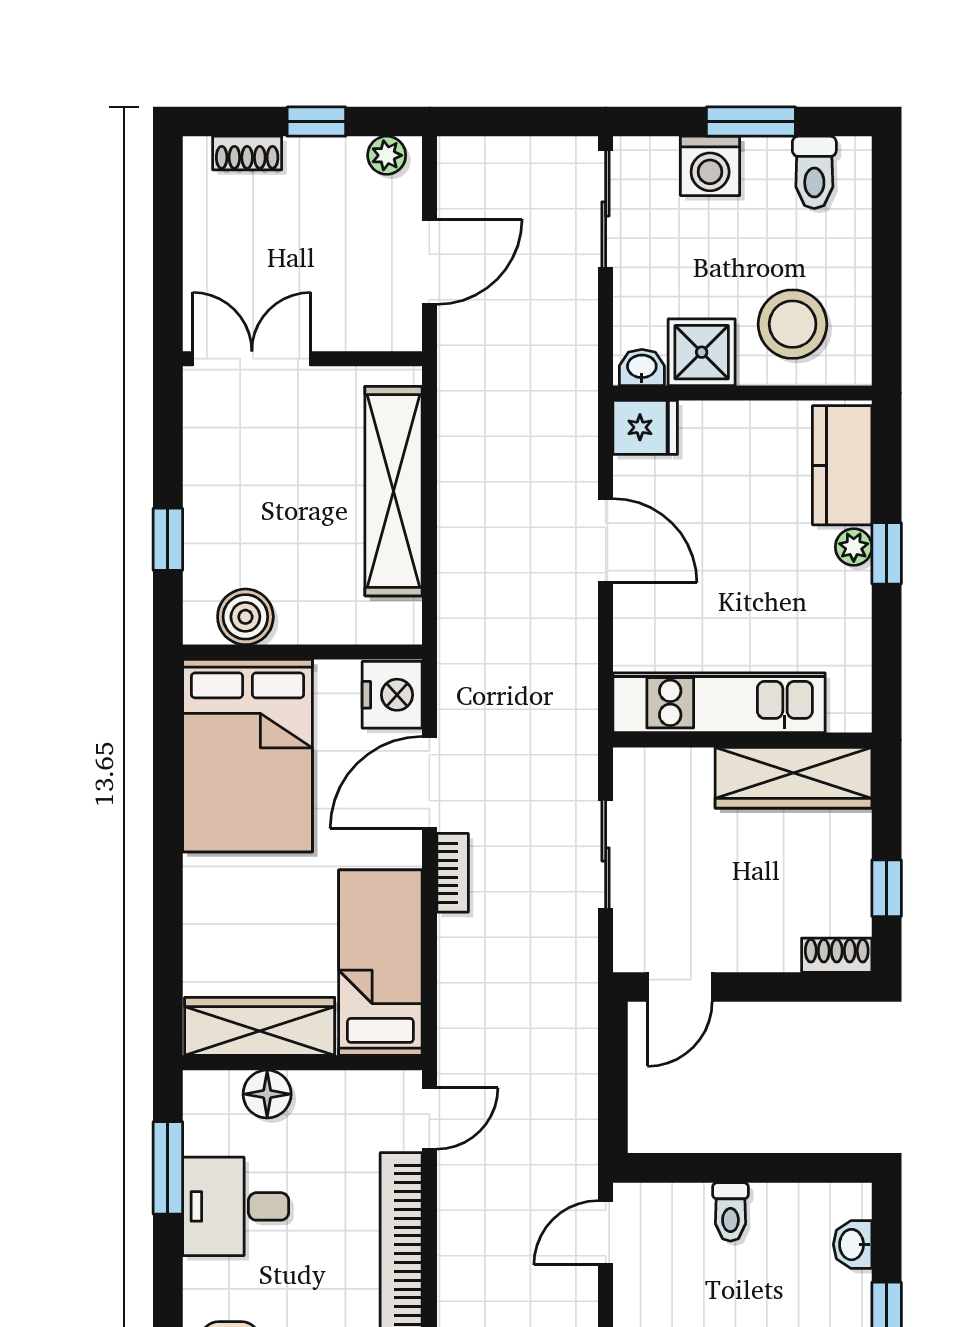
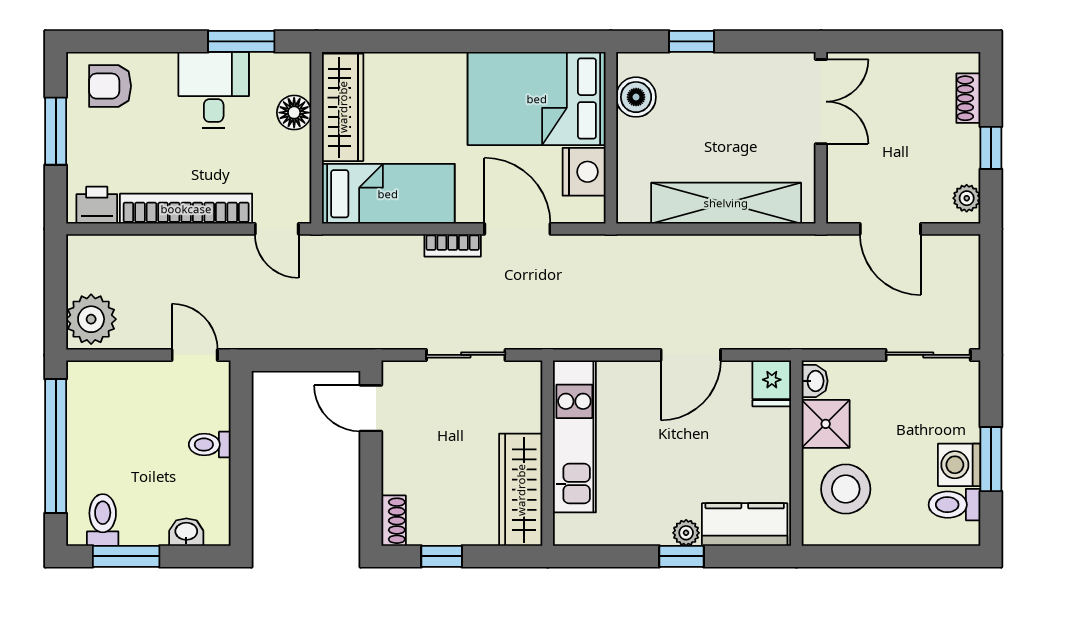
washing machine: (710, 166) -> (959, 465), moved
nightstand: (392, 695) -> (584, 172), moved, turned -90

